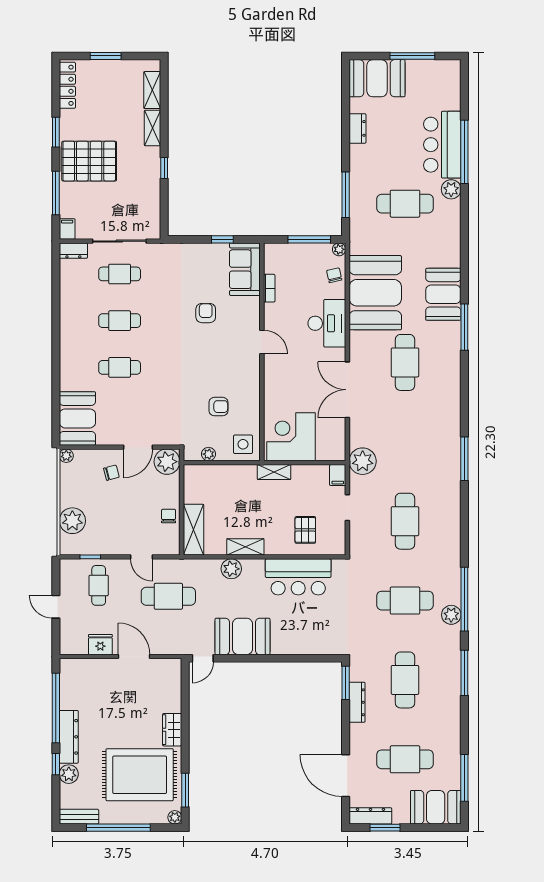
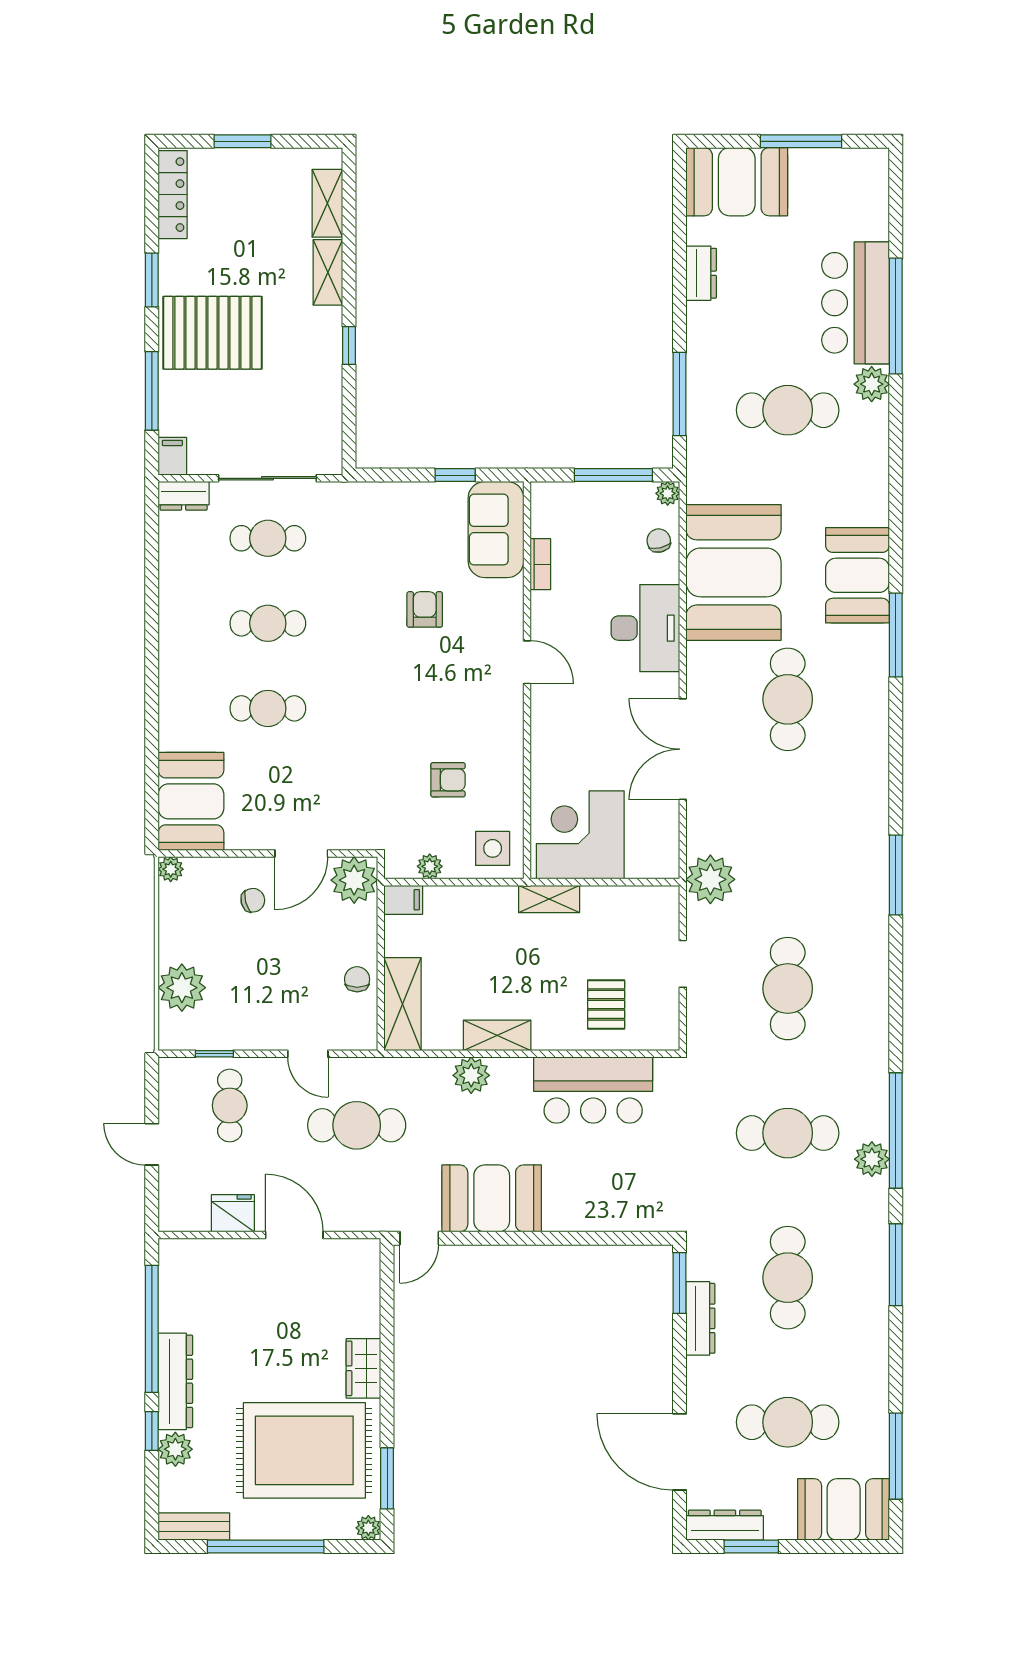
filing cabinet: (338, 475) -> (403, 900), moved, turned -90

